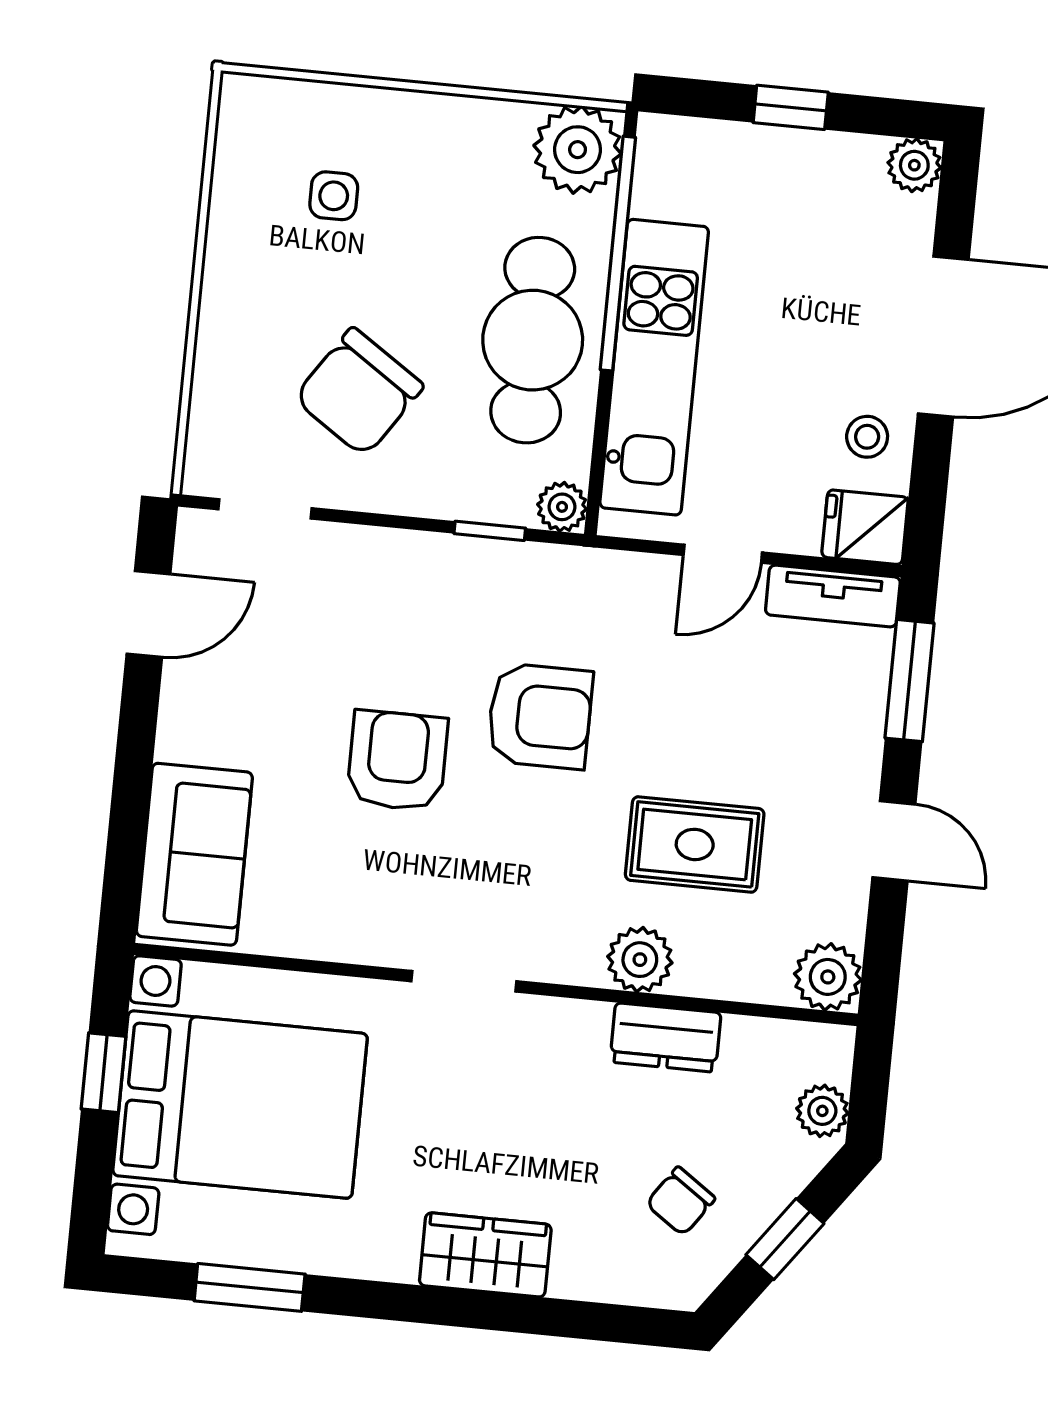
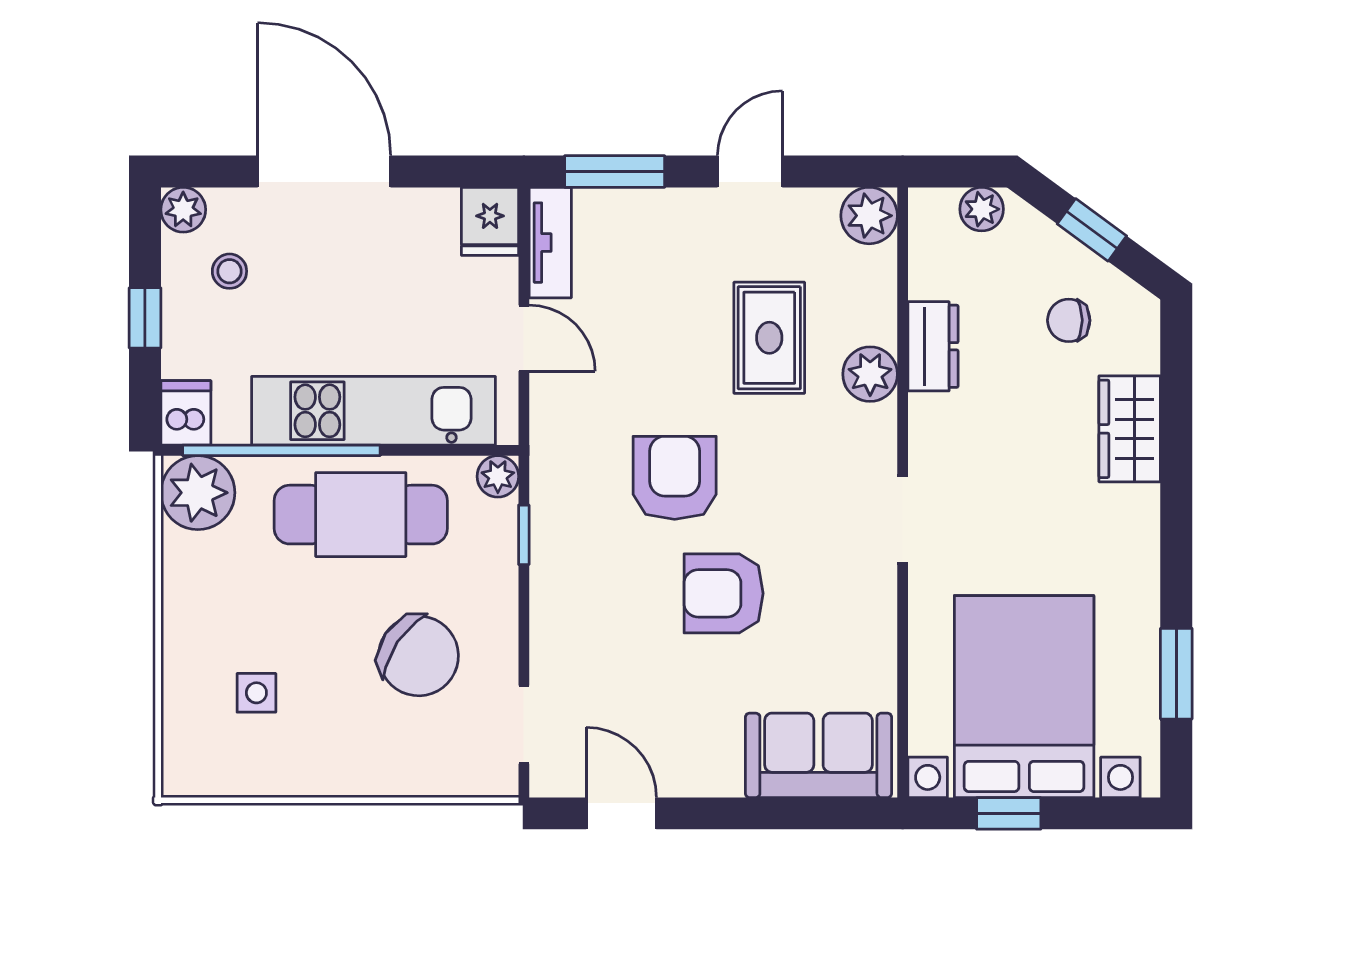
dishwasher: (673, 145) -> (186, 413), added
stool: (867, 437) -> (229, 271), moved
chair: (680, 1201) -> (1069, 320), turned 145
wardrobe: (485, 1255) -> (1130, 429), moved

